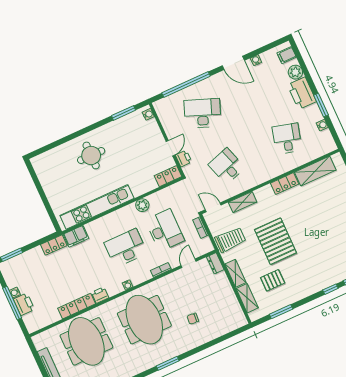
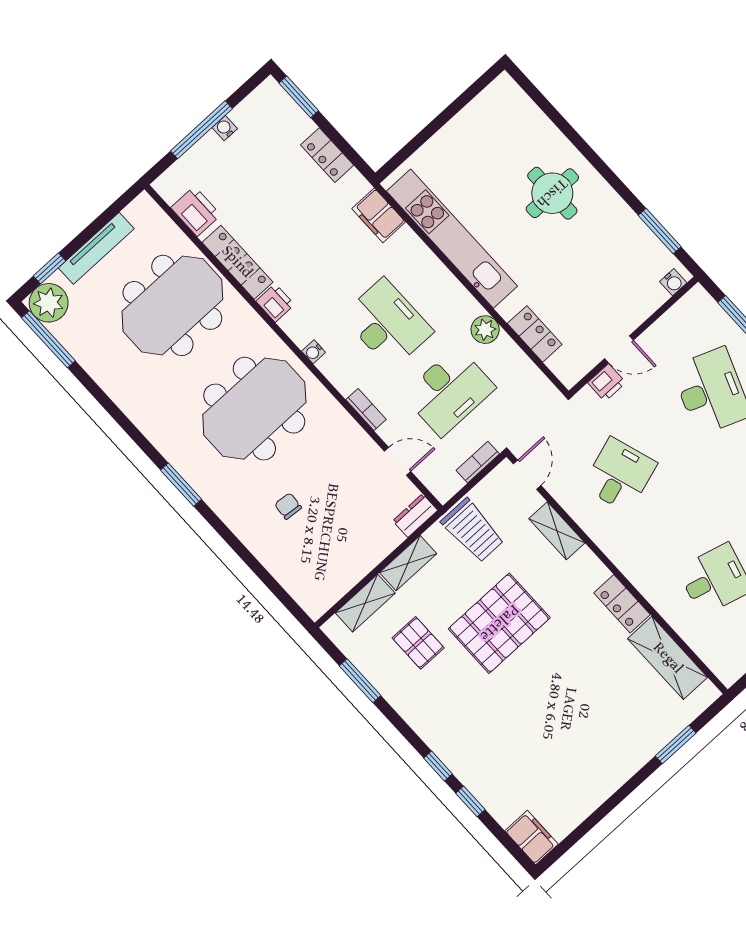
locker: (168, 176) -> (535, 334), moved
locker: (54, 245) -> (327, 155), moved
printer: (24, 304) -> (196, 211), moved, turned -90

